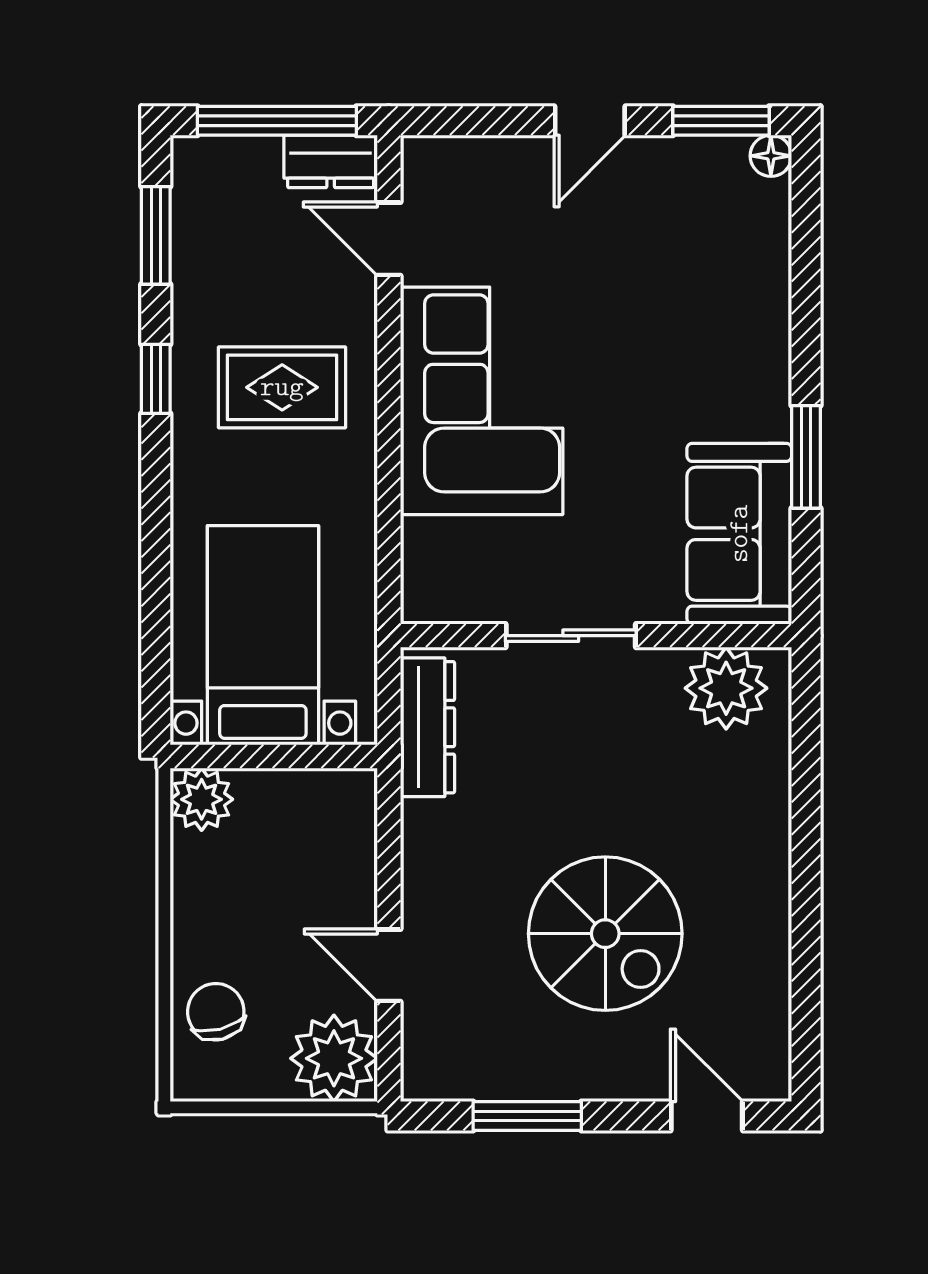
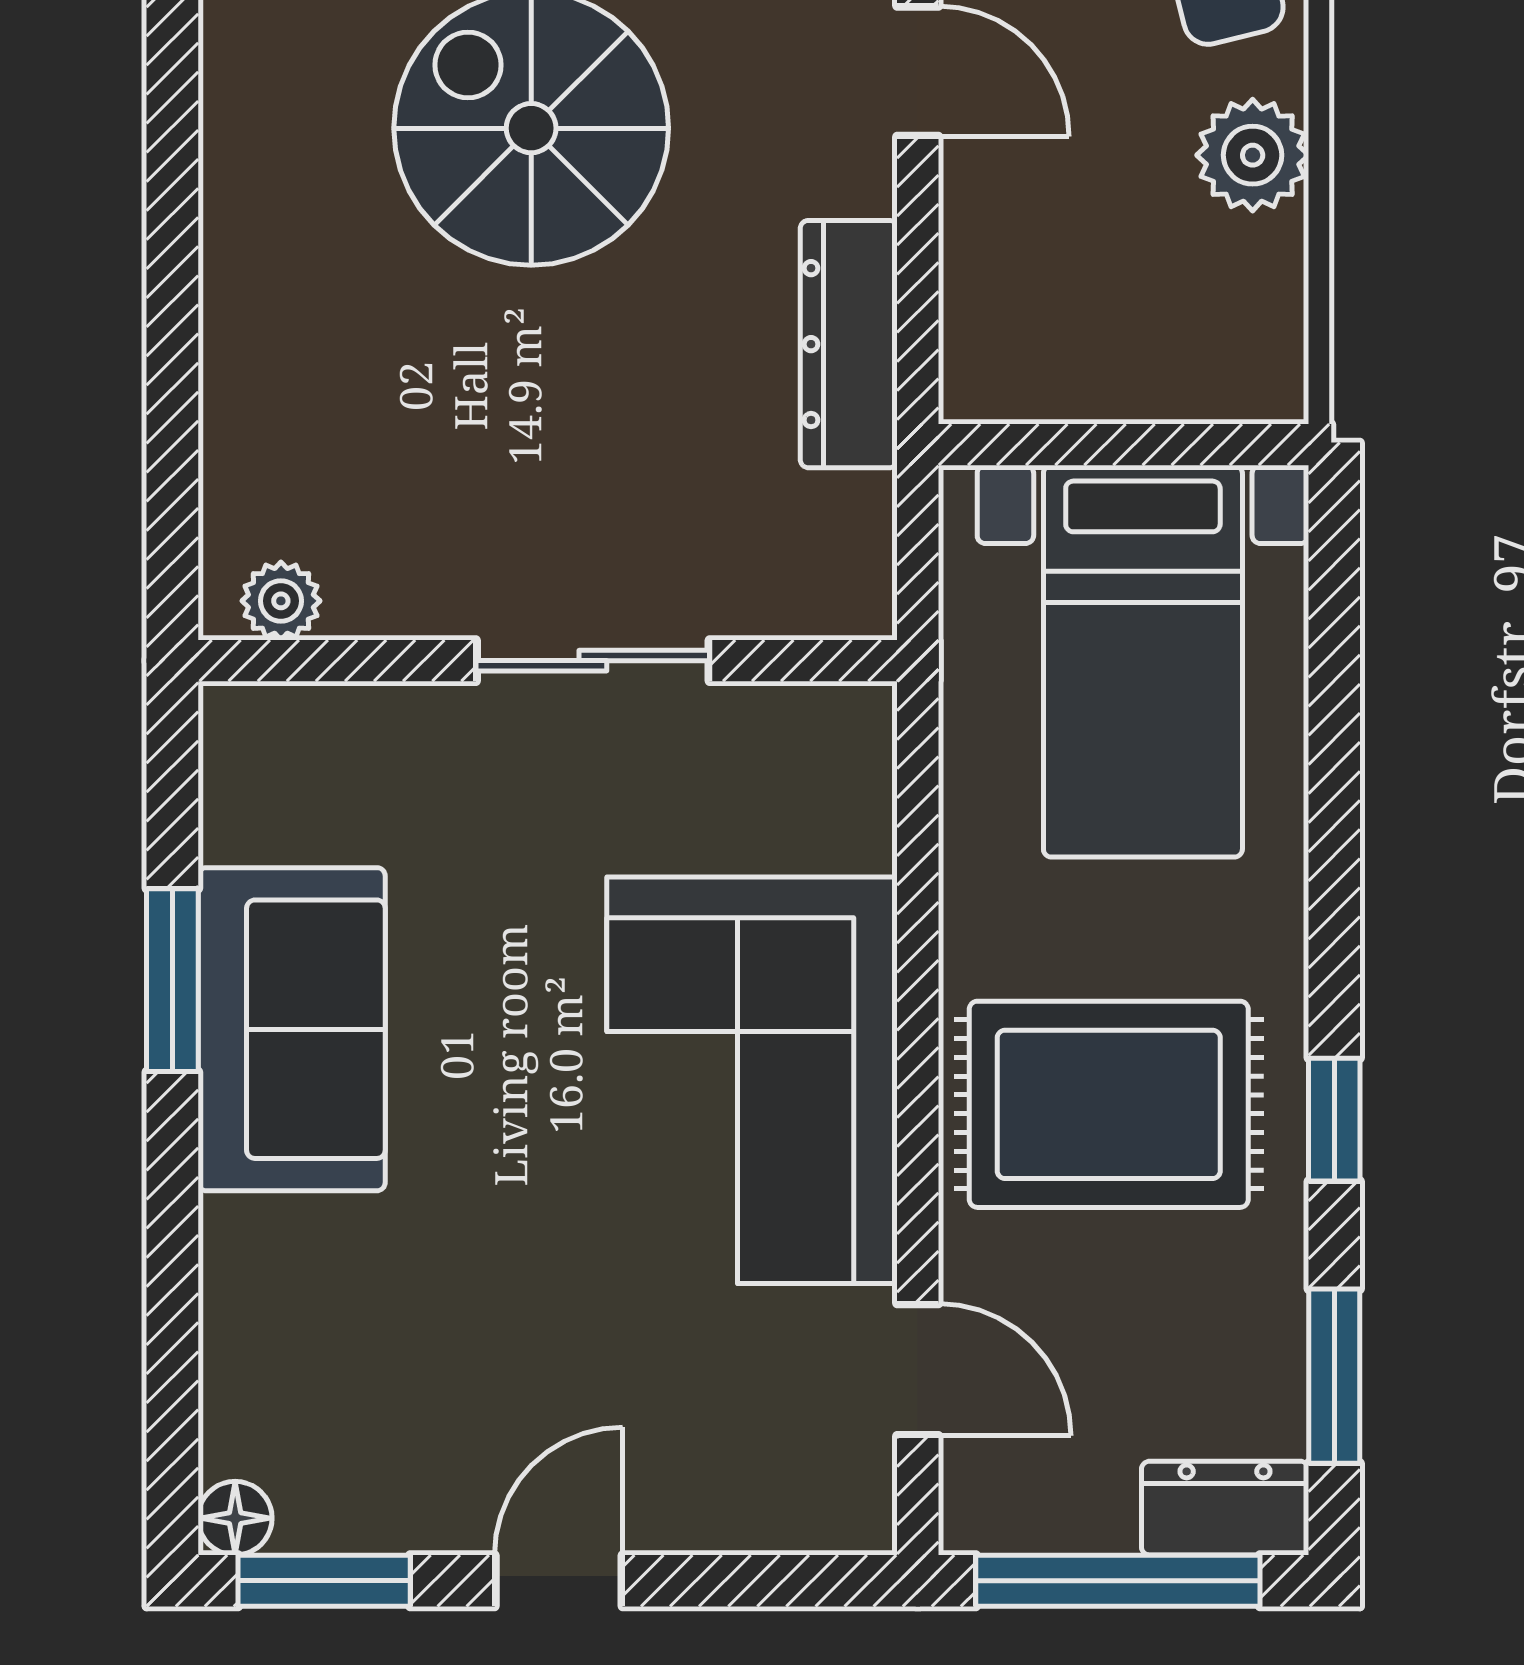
dresser: (331, 161) -> (1225, 1508), moved
rug: (282, 387) -> (1109, 1104), width x1.36, depth x1.43
sofa: (739, 534) -> (292, 1029), moved
plant: (726, 688) -> (281, 601), width x0.53, depth x0.53
dresser: (427, 727) -> (849, 344), moved
plant: (202, 799) -> (1253, 155), moved

